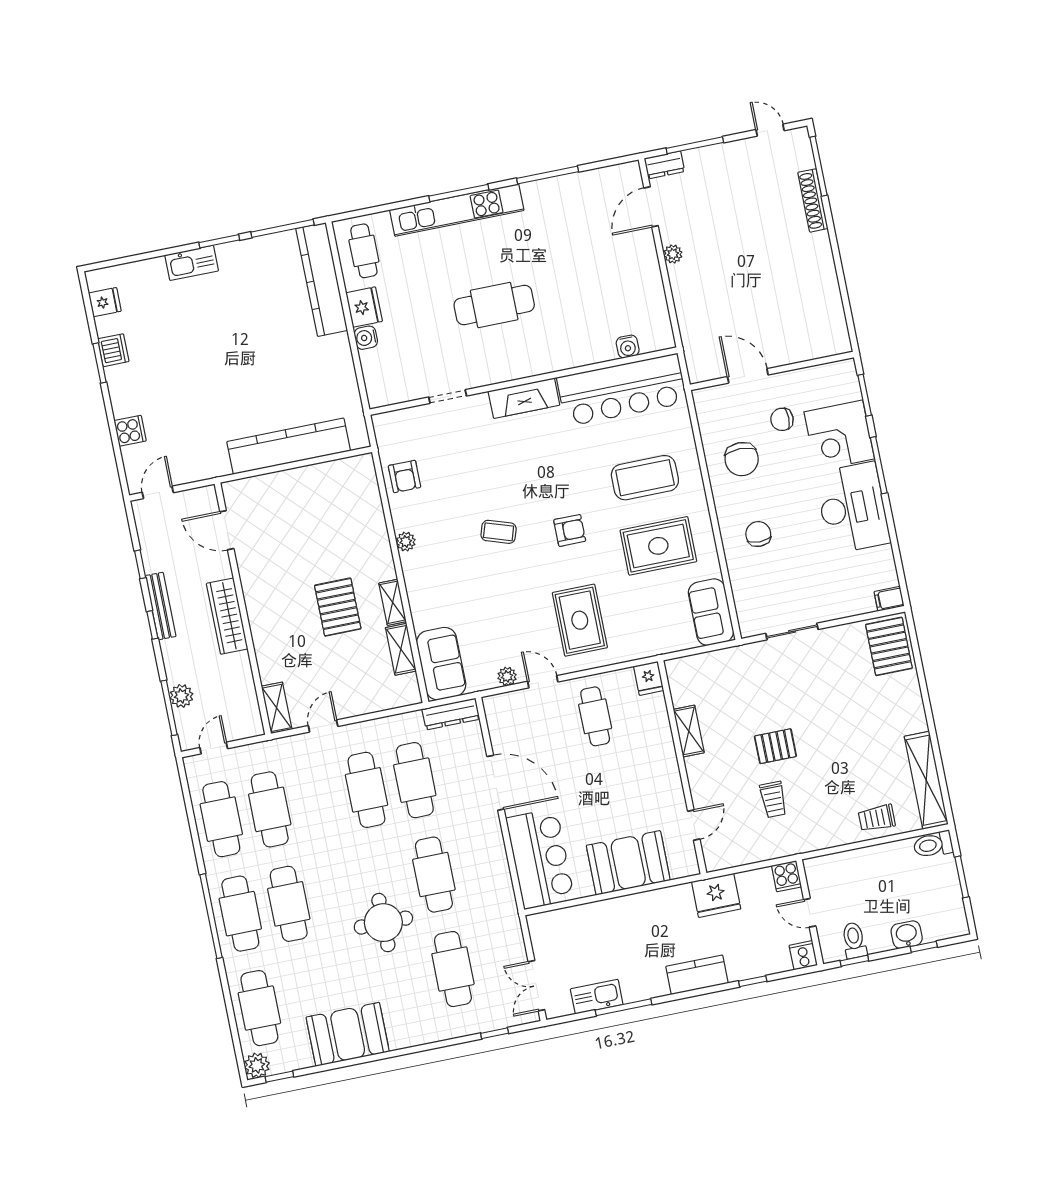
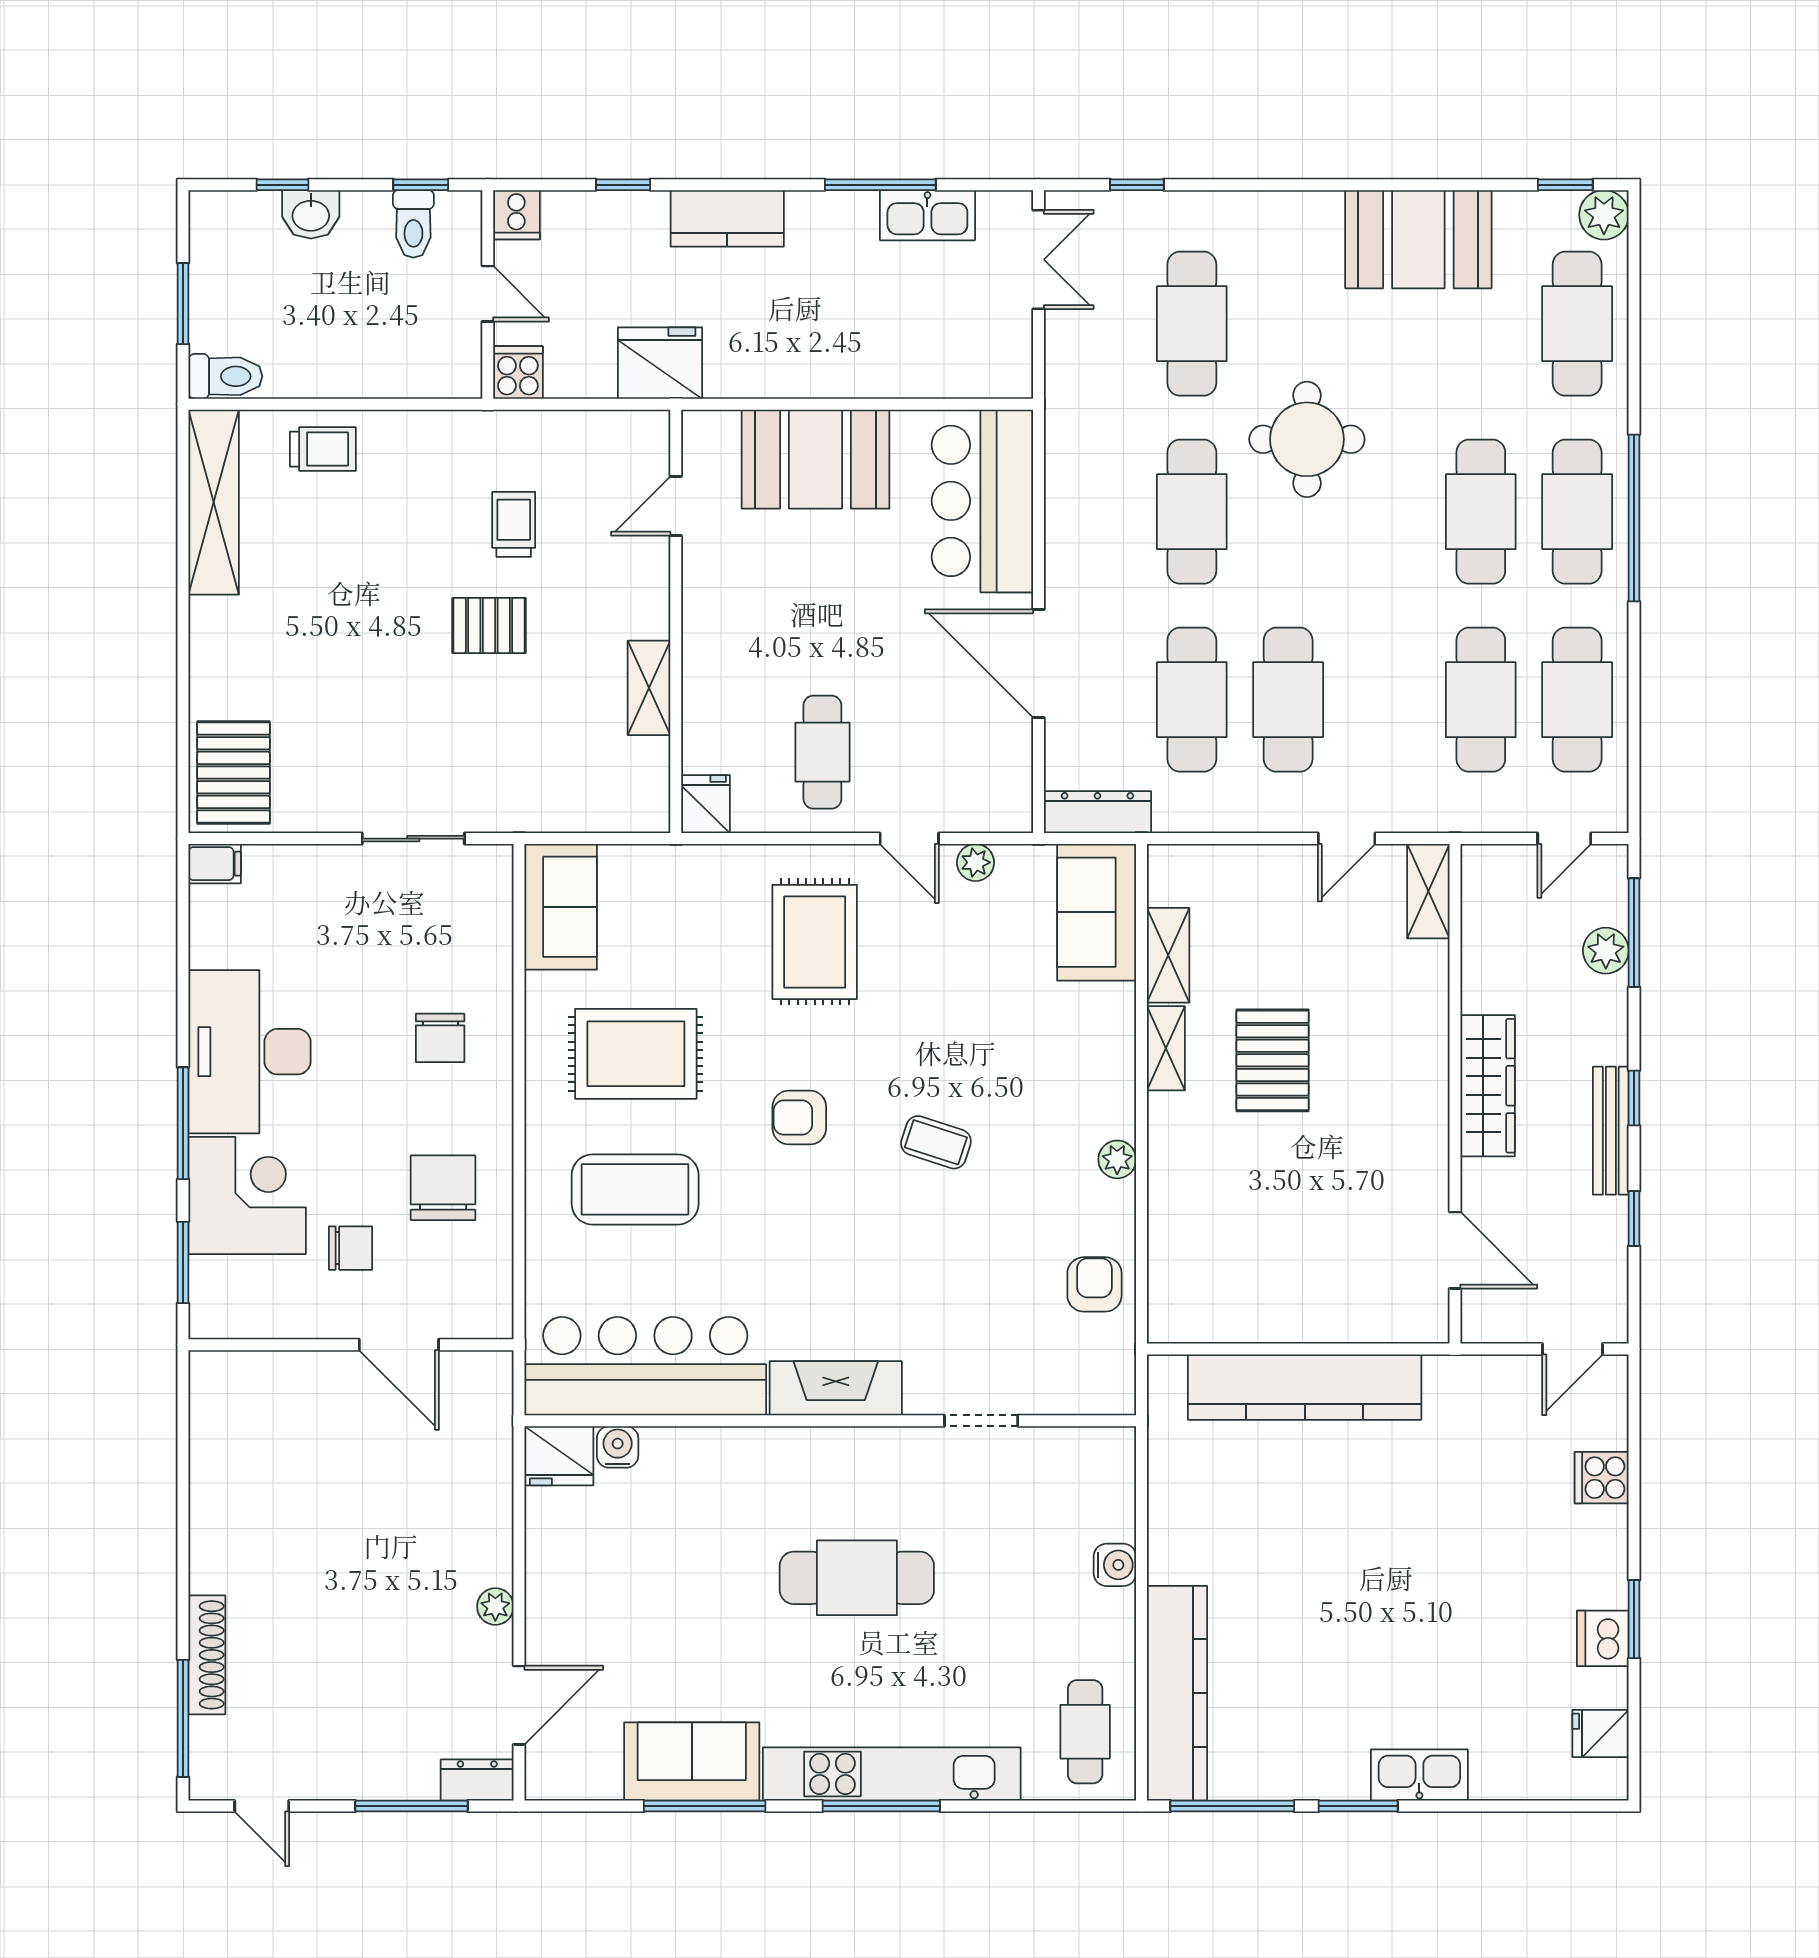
sofa: (559, 196) -> (692, 1761), added
fridge: (364, 307) -> (559, 1456), moved, turned -90

